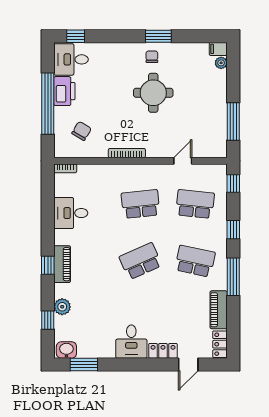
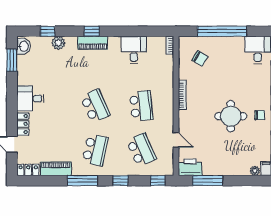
printer: (64, 91) -> (190, 167), moved, turned 180
school desk: (195, 204) -> (141, 150), turned -30

